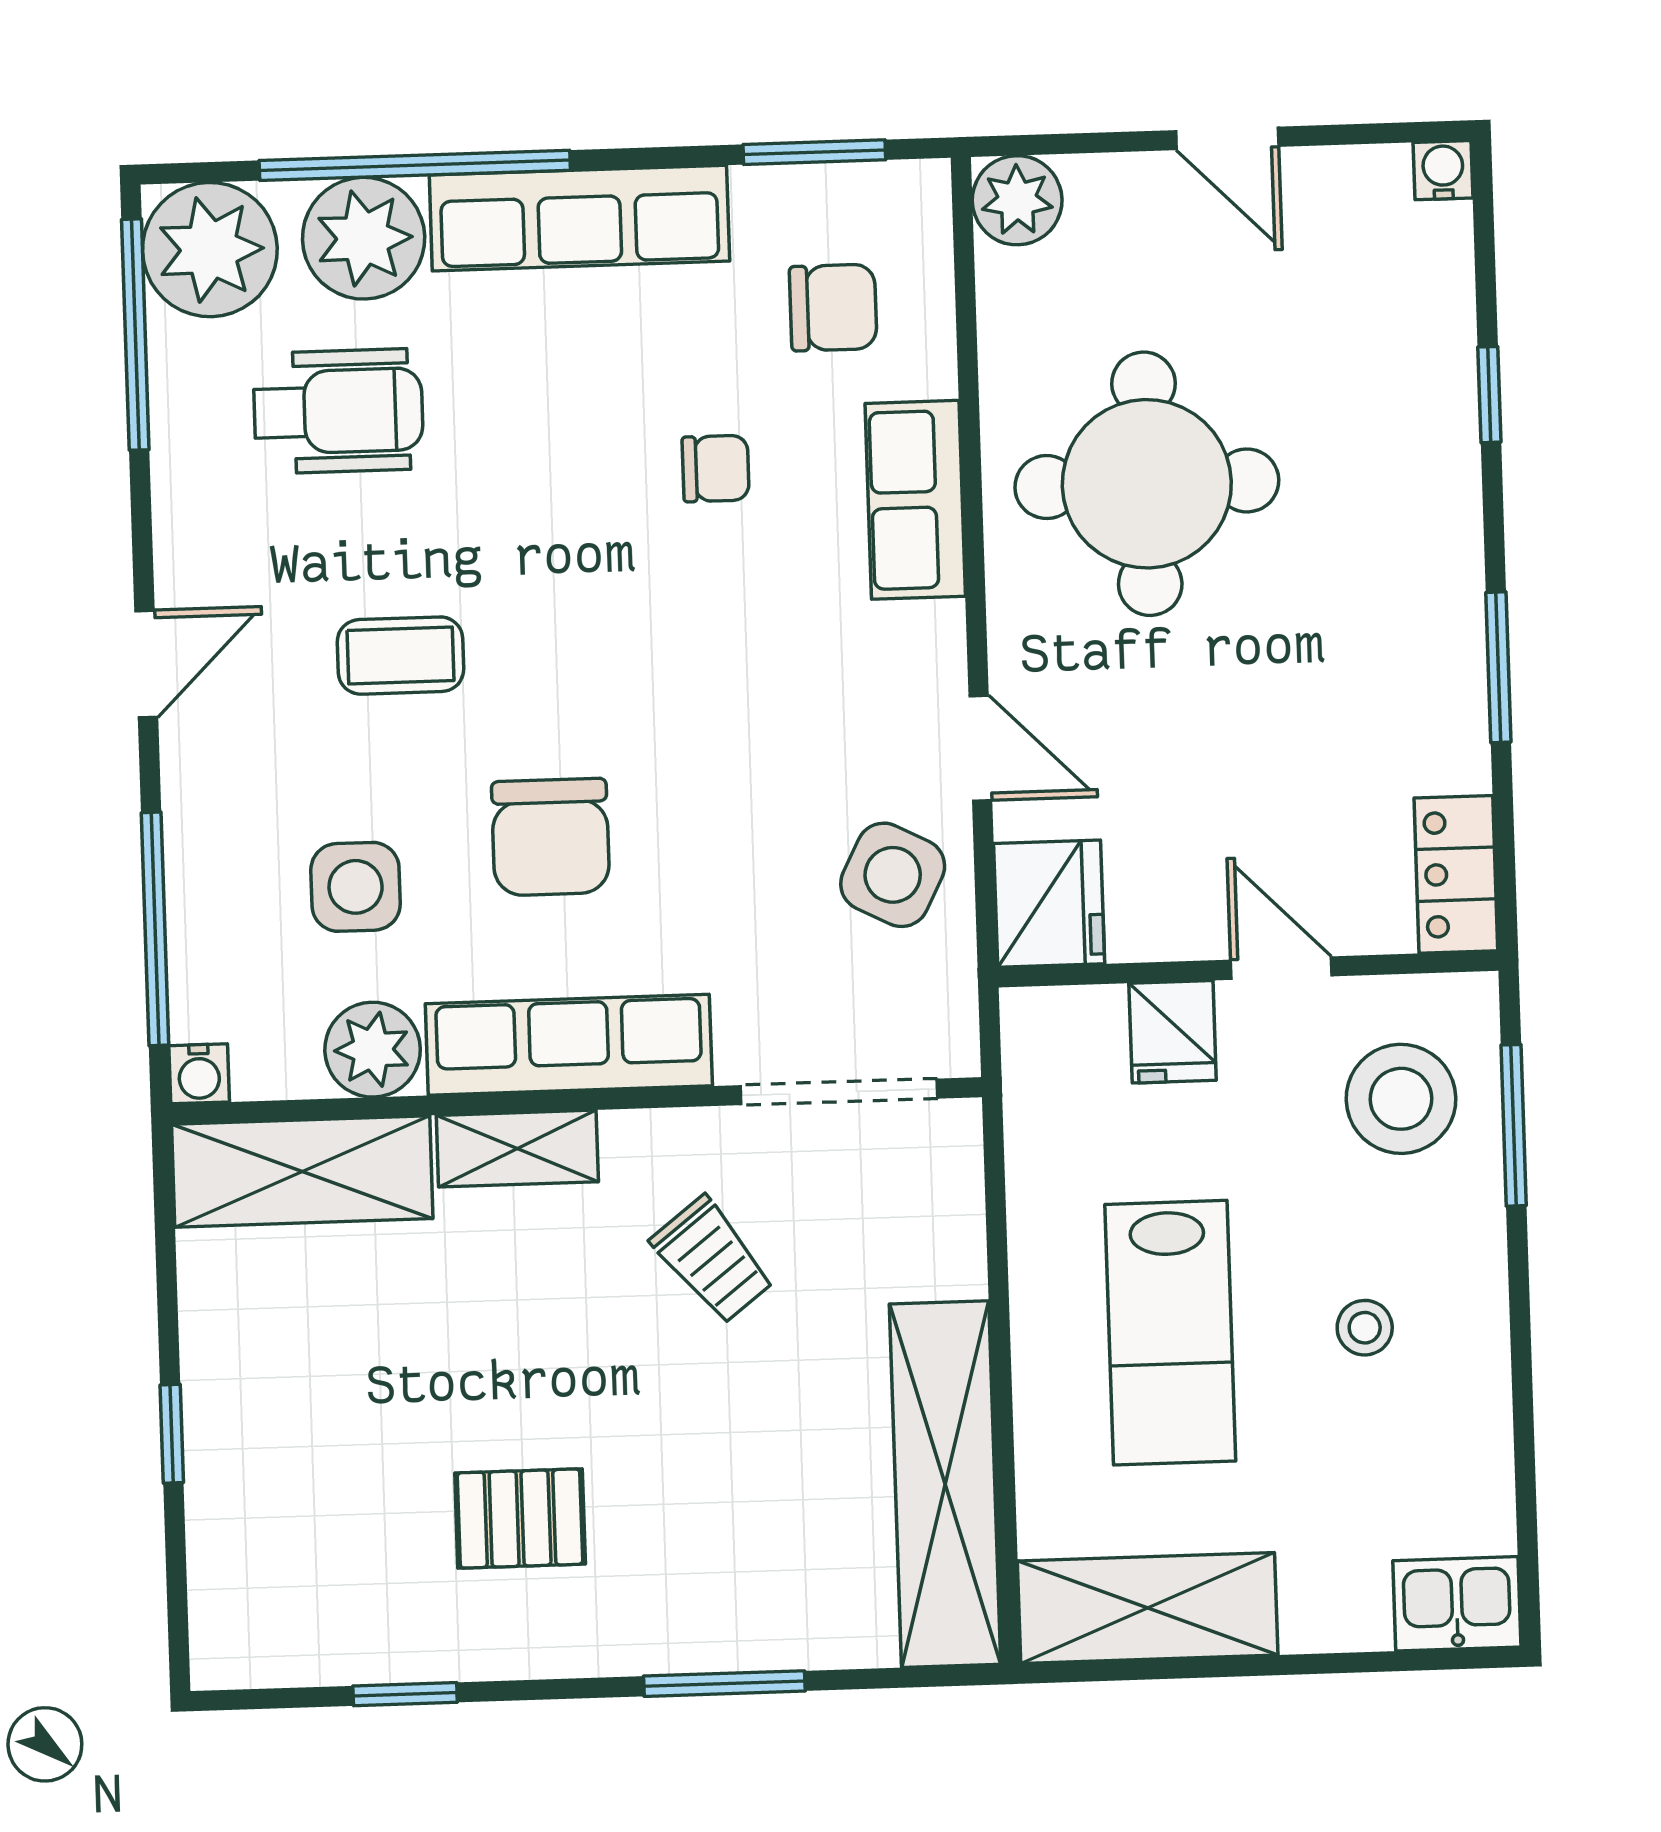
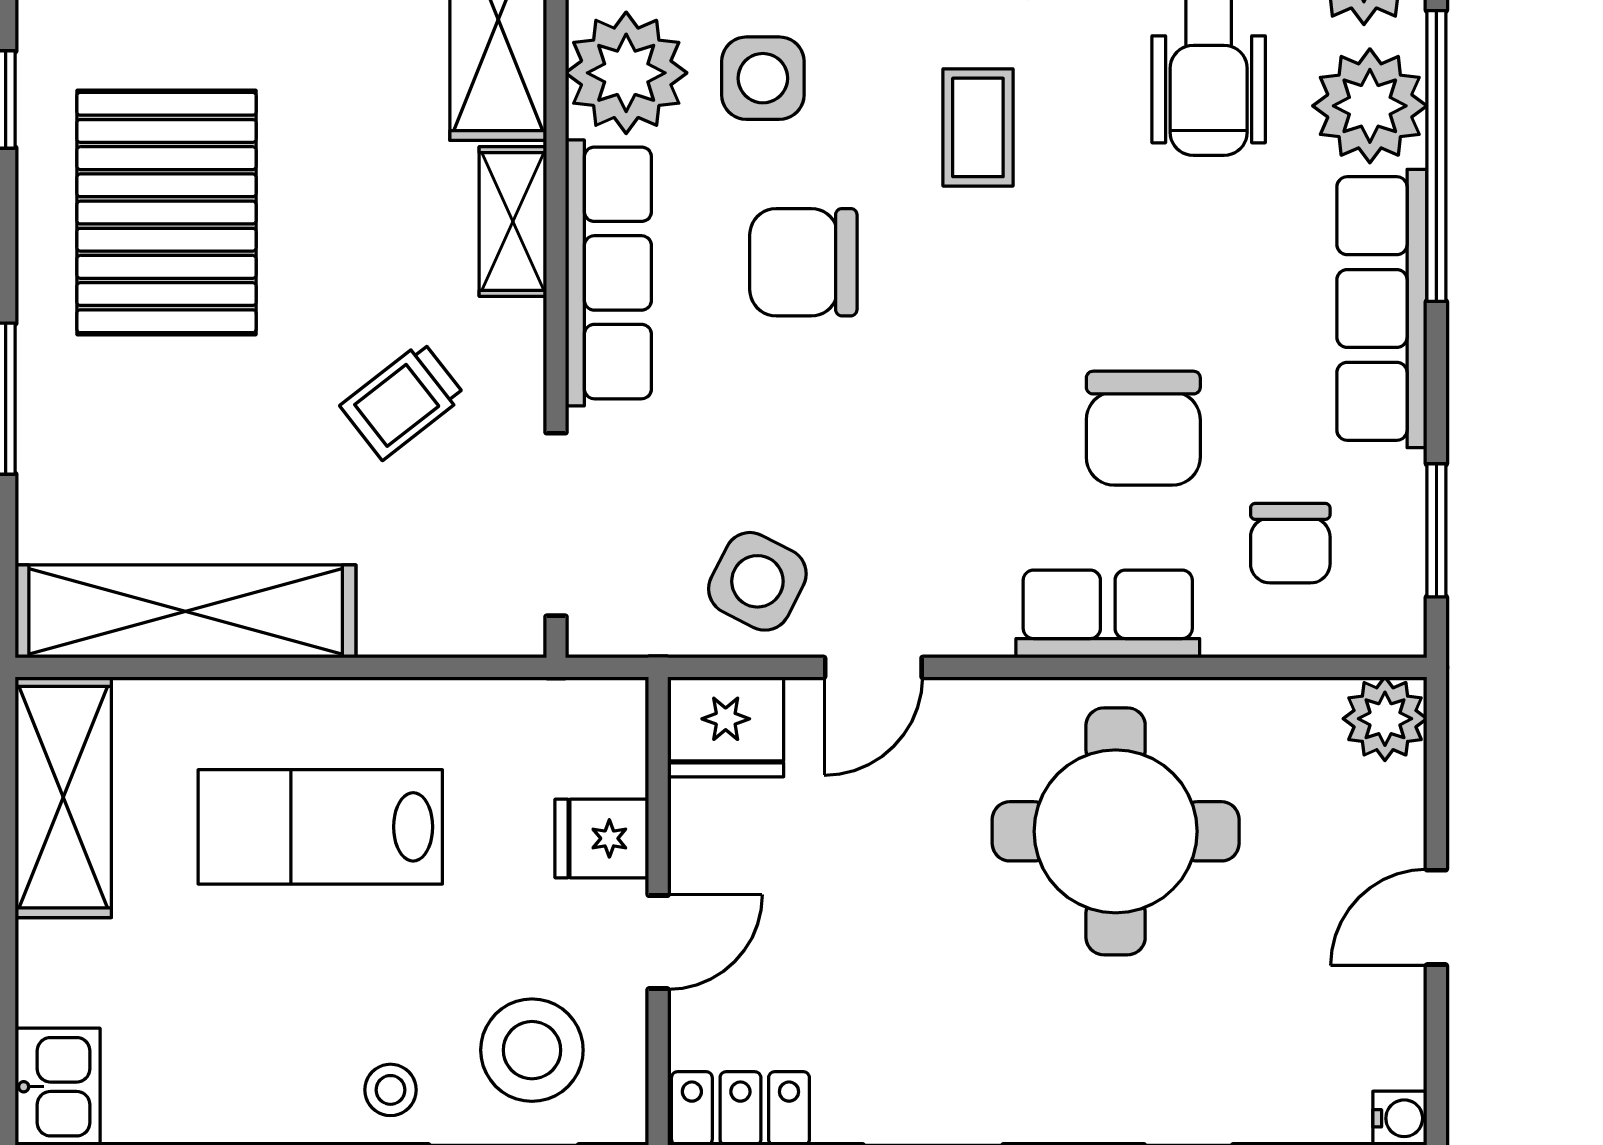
chair: (716, 468) -> (1143, 428), width x1.87, depth x1.87
plant: (373, 1050) -> (626, 73), width x1.36, depth x1.36
stool: (1365, 1328) -> (390, 1090), moved
pallet: (520, 1519) -> (166, 213), width x2.05, depth x2.00

